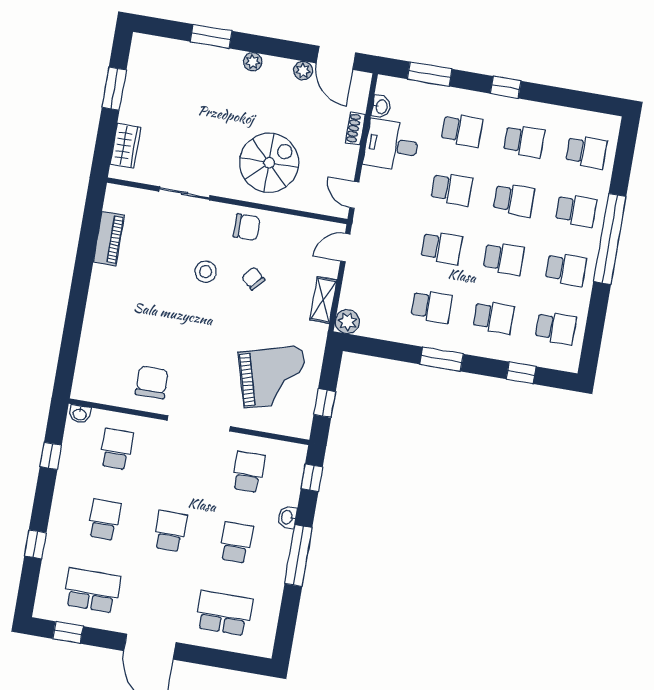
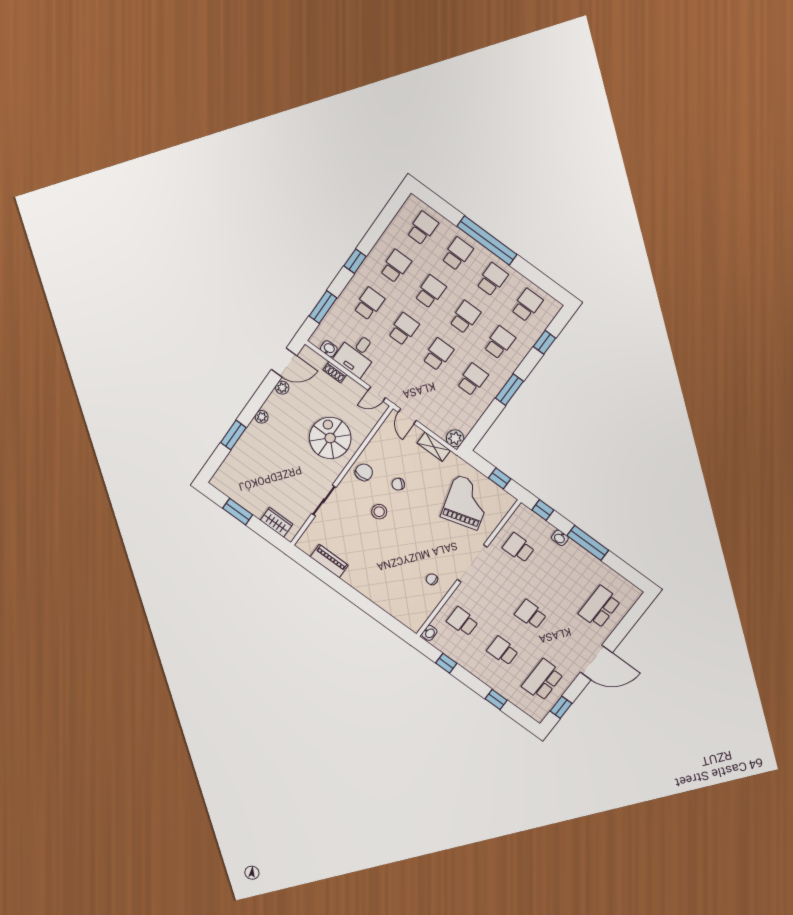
chair: (152, 382) -> (432, 579), width x0.54, depth x0.54
school desk: (236, 542) -> (559, 577), removed

